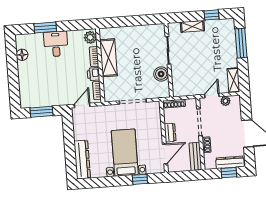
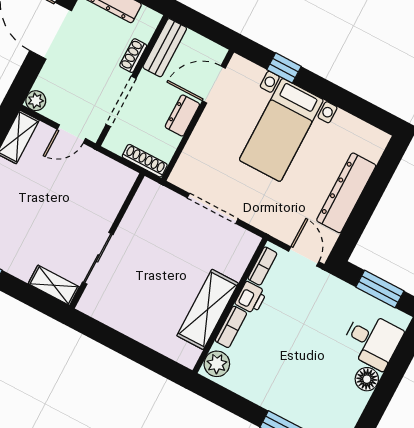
shelving: (192, 26) -> (54, 285), moved
desk: (56, 44) -> (372, 340), moved, turned -90
floor lamp: (22, 55) -> (367, 379), moved
boiler: (161, 74) -> (135, 225), removed
plant: (225, 101) -> (36, 101), moved
door: (82, 105) -> (304, 256), swing flipped
dresser: (82, 160) -> (346, 193), moved

